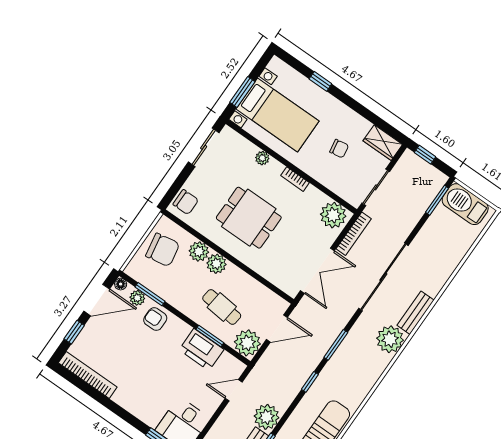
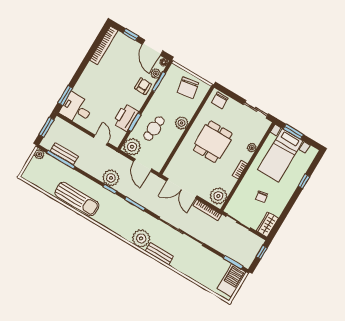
plant: (199, 251) -> (189, 111), removed
plant: (267, 417) -> (111, 178), moved

